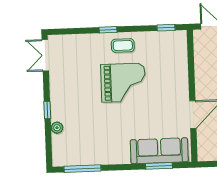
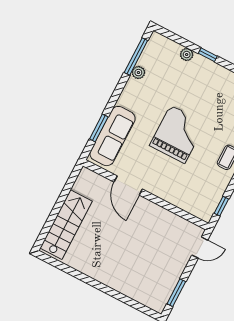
grand piano: (123, 83) -> (178, 134), moved, turned 180
plant: (95, 159) -> (138, 73), added

